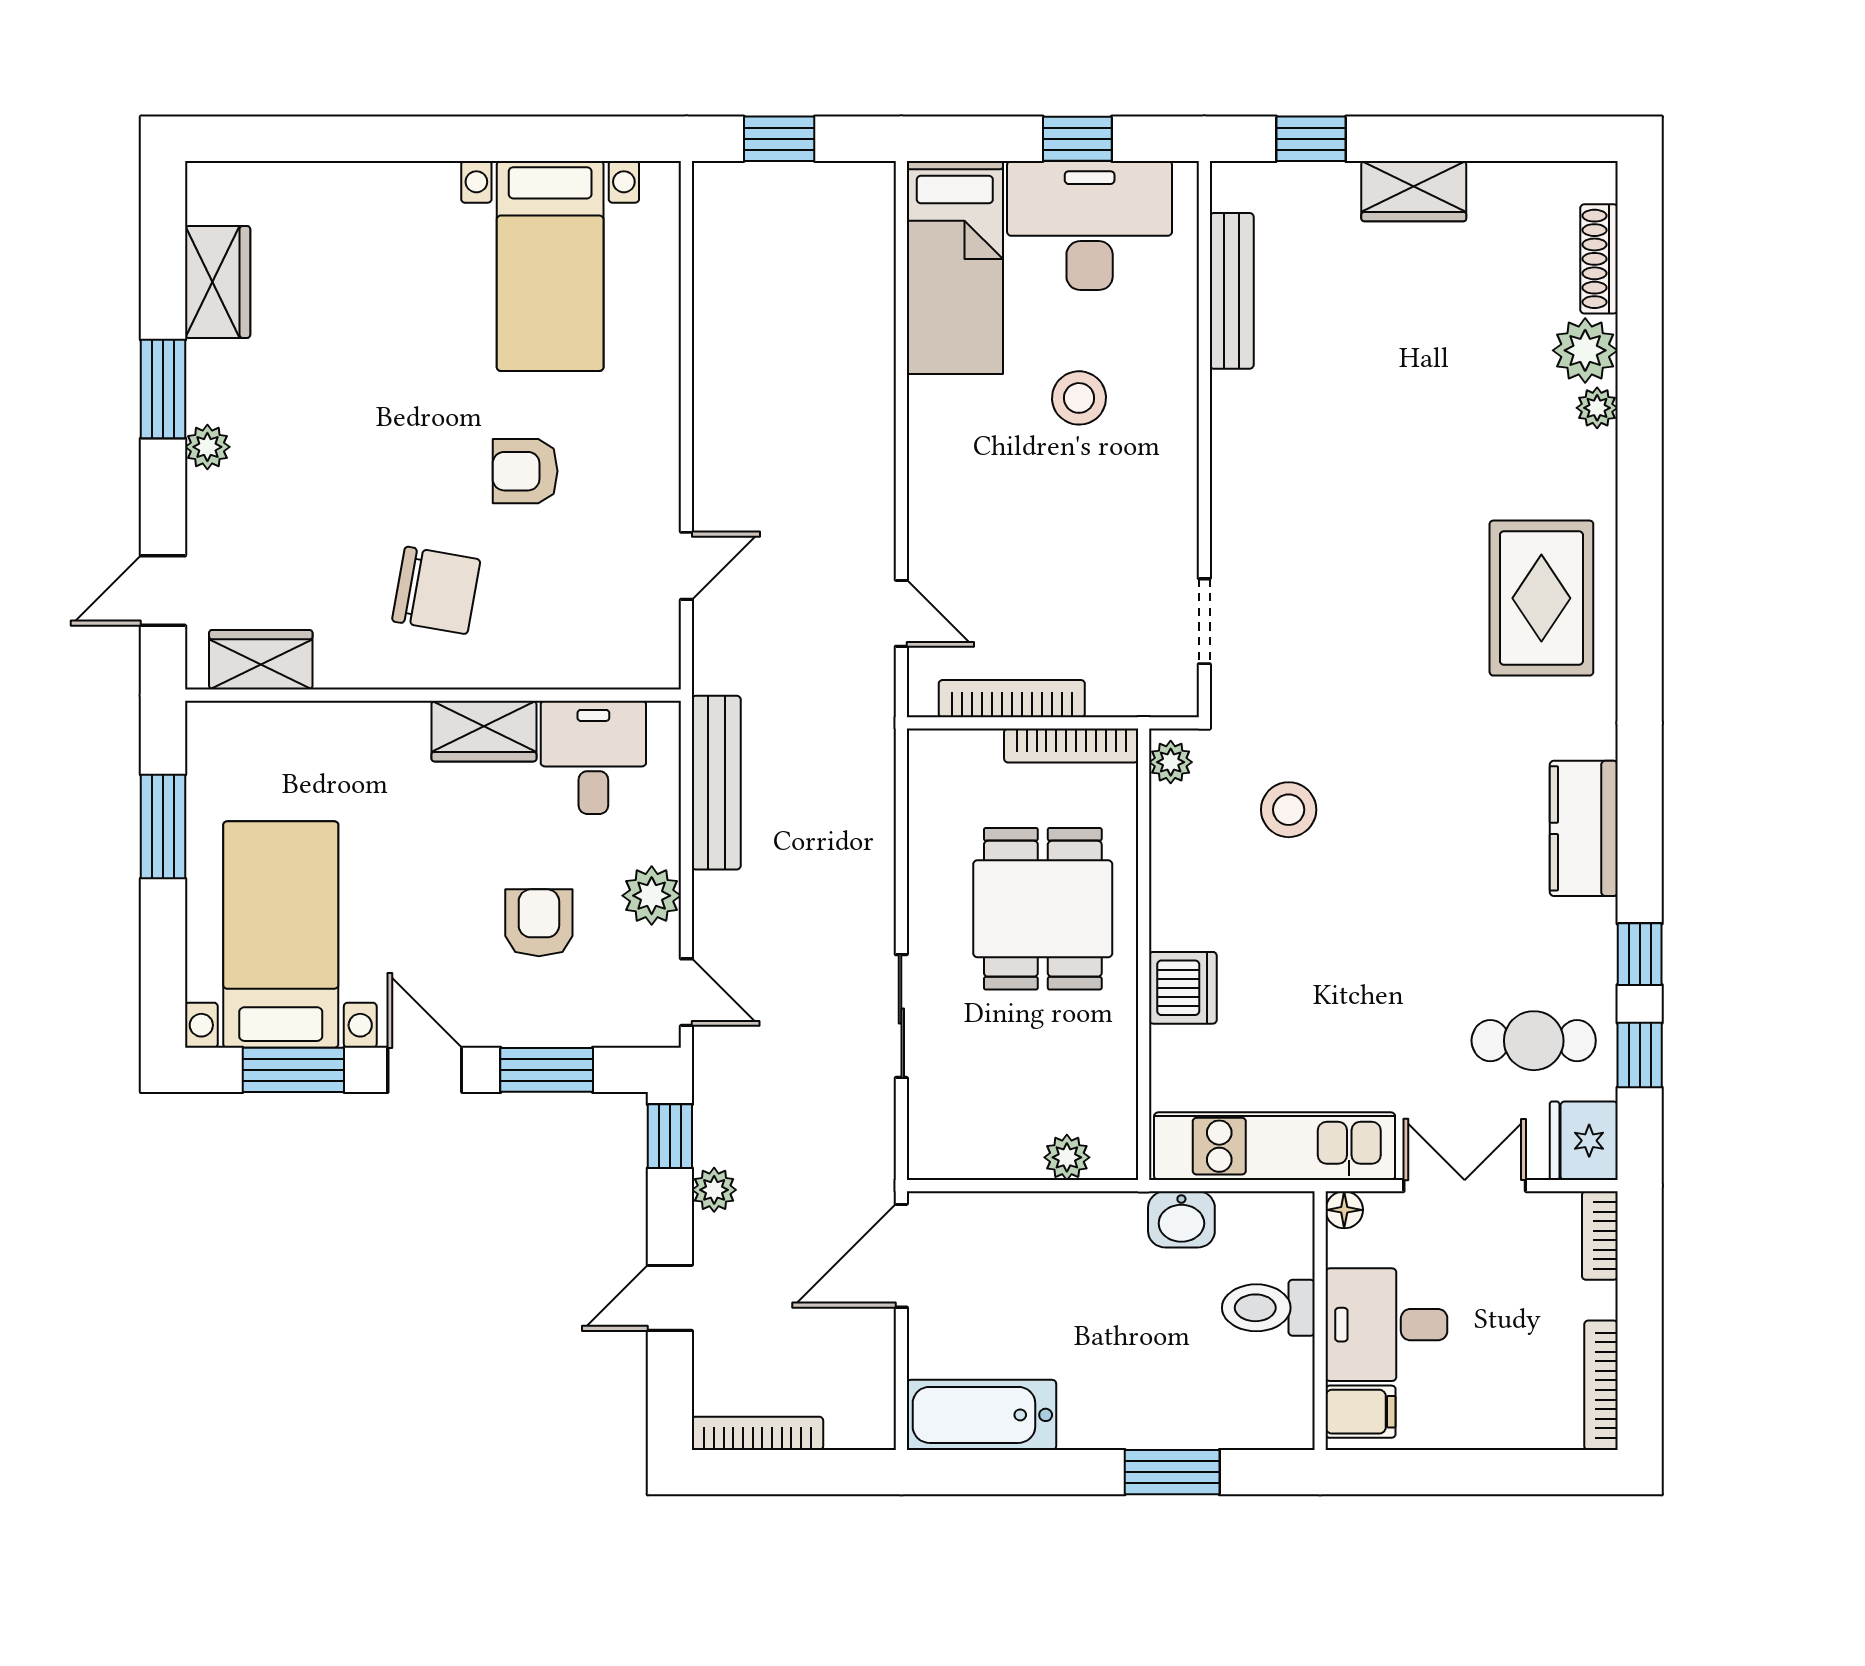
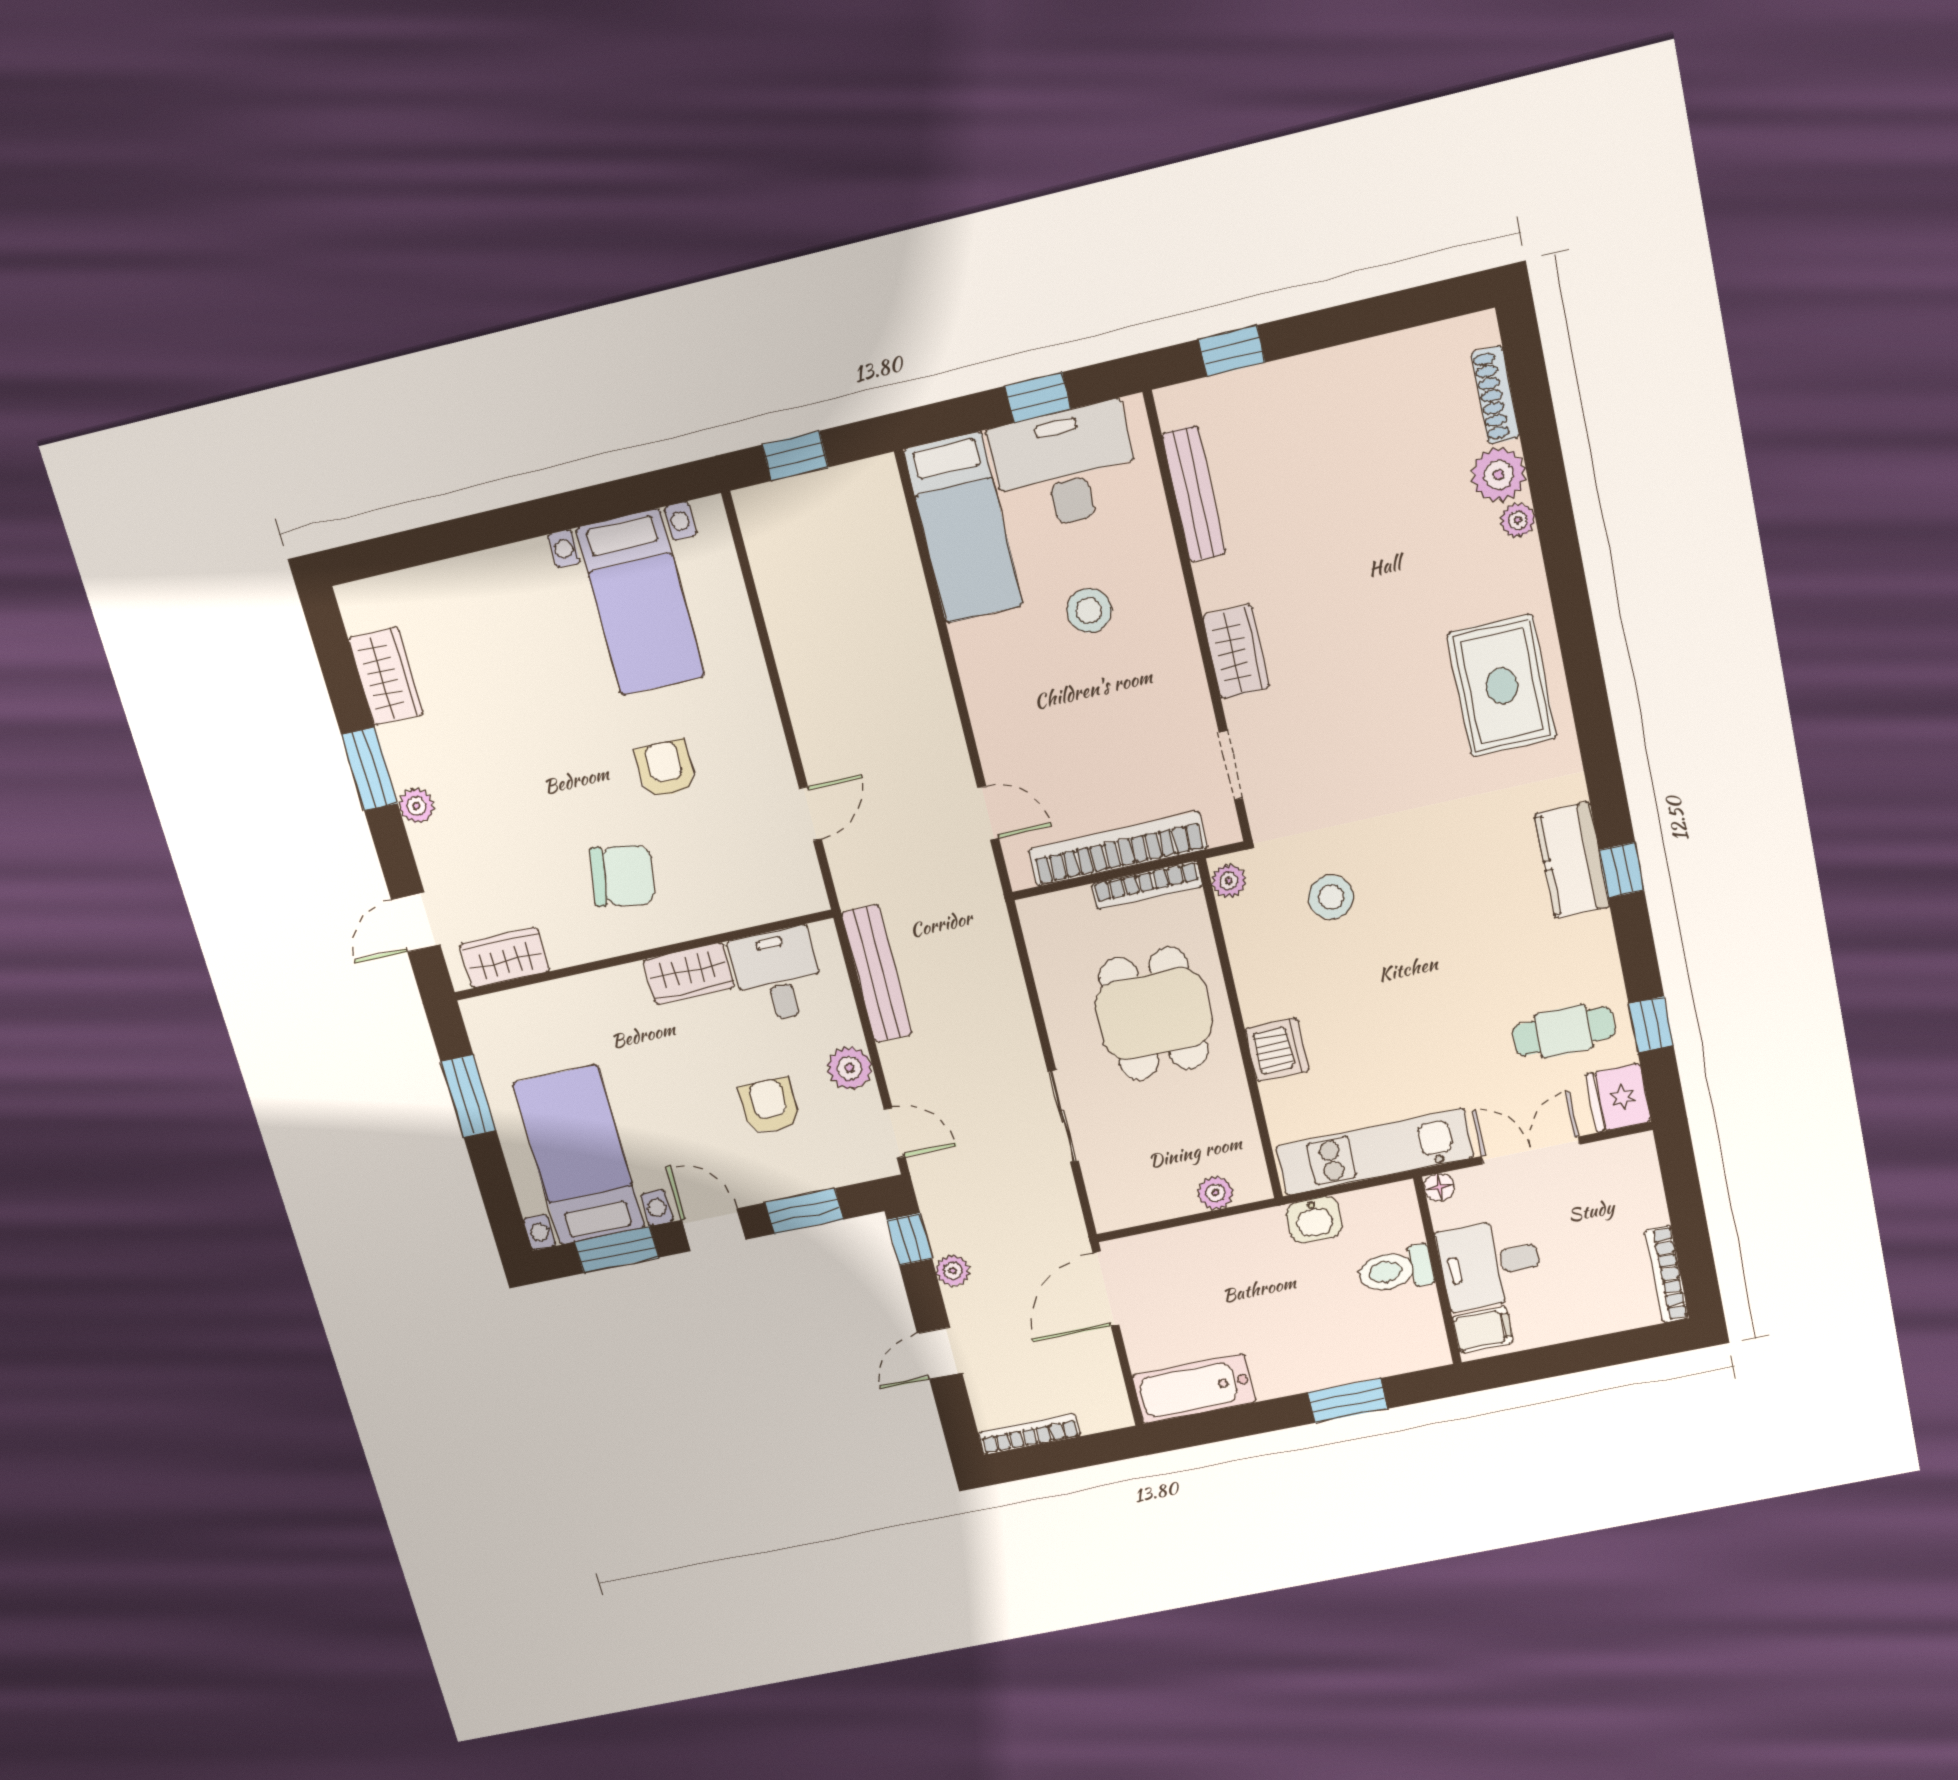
wardrobe: (1414, 191) -> (1236, 652), moved, turned -90
armchair: (525, 471) -> (665, 769), turned 90
bookcase: (1012, 699) -> (1118, 849), width x1.48, depth x1.31
window: (1640, 954) -> (1622, 870), moved
bookcase: (1600, 1236) -> (1645, 1166), removed

